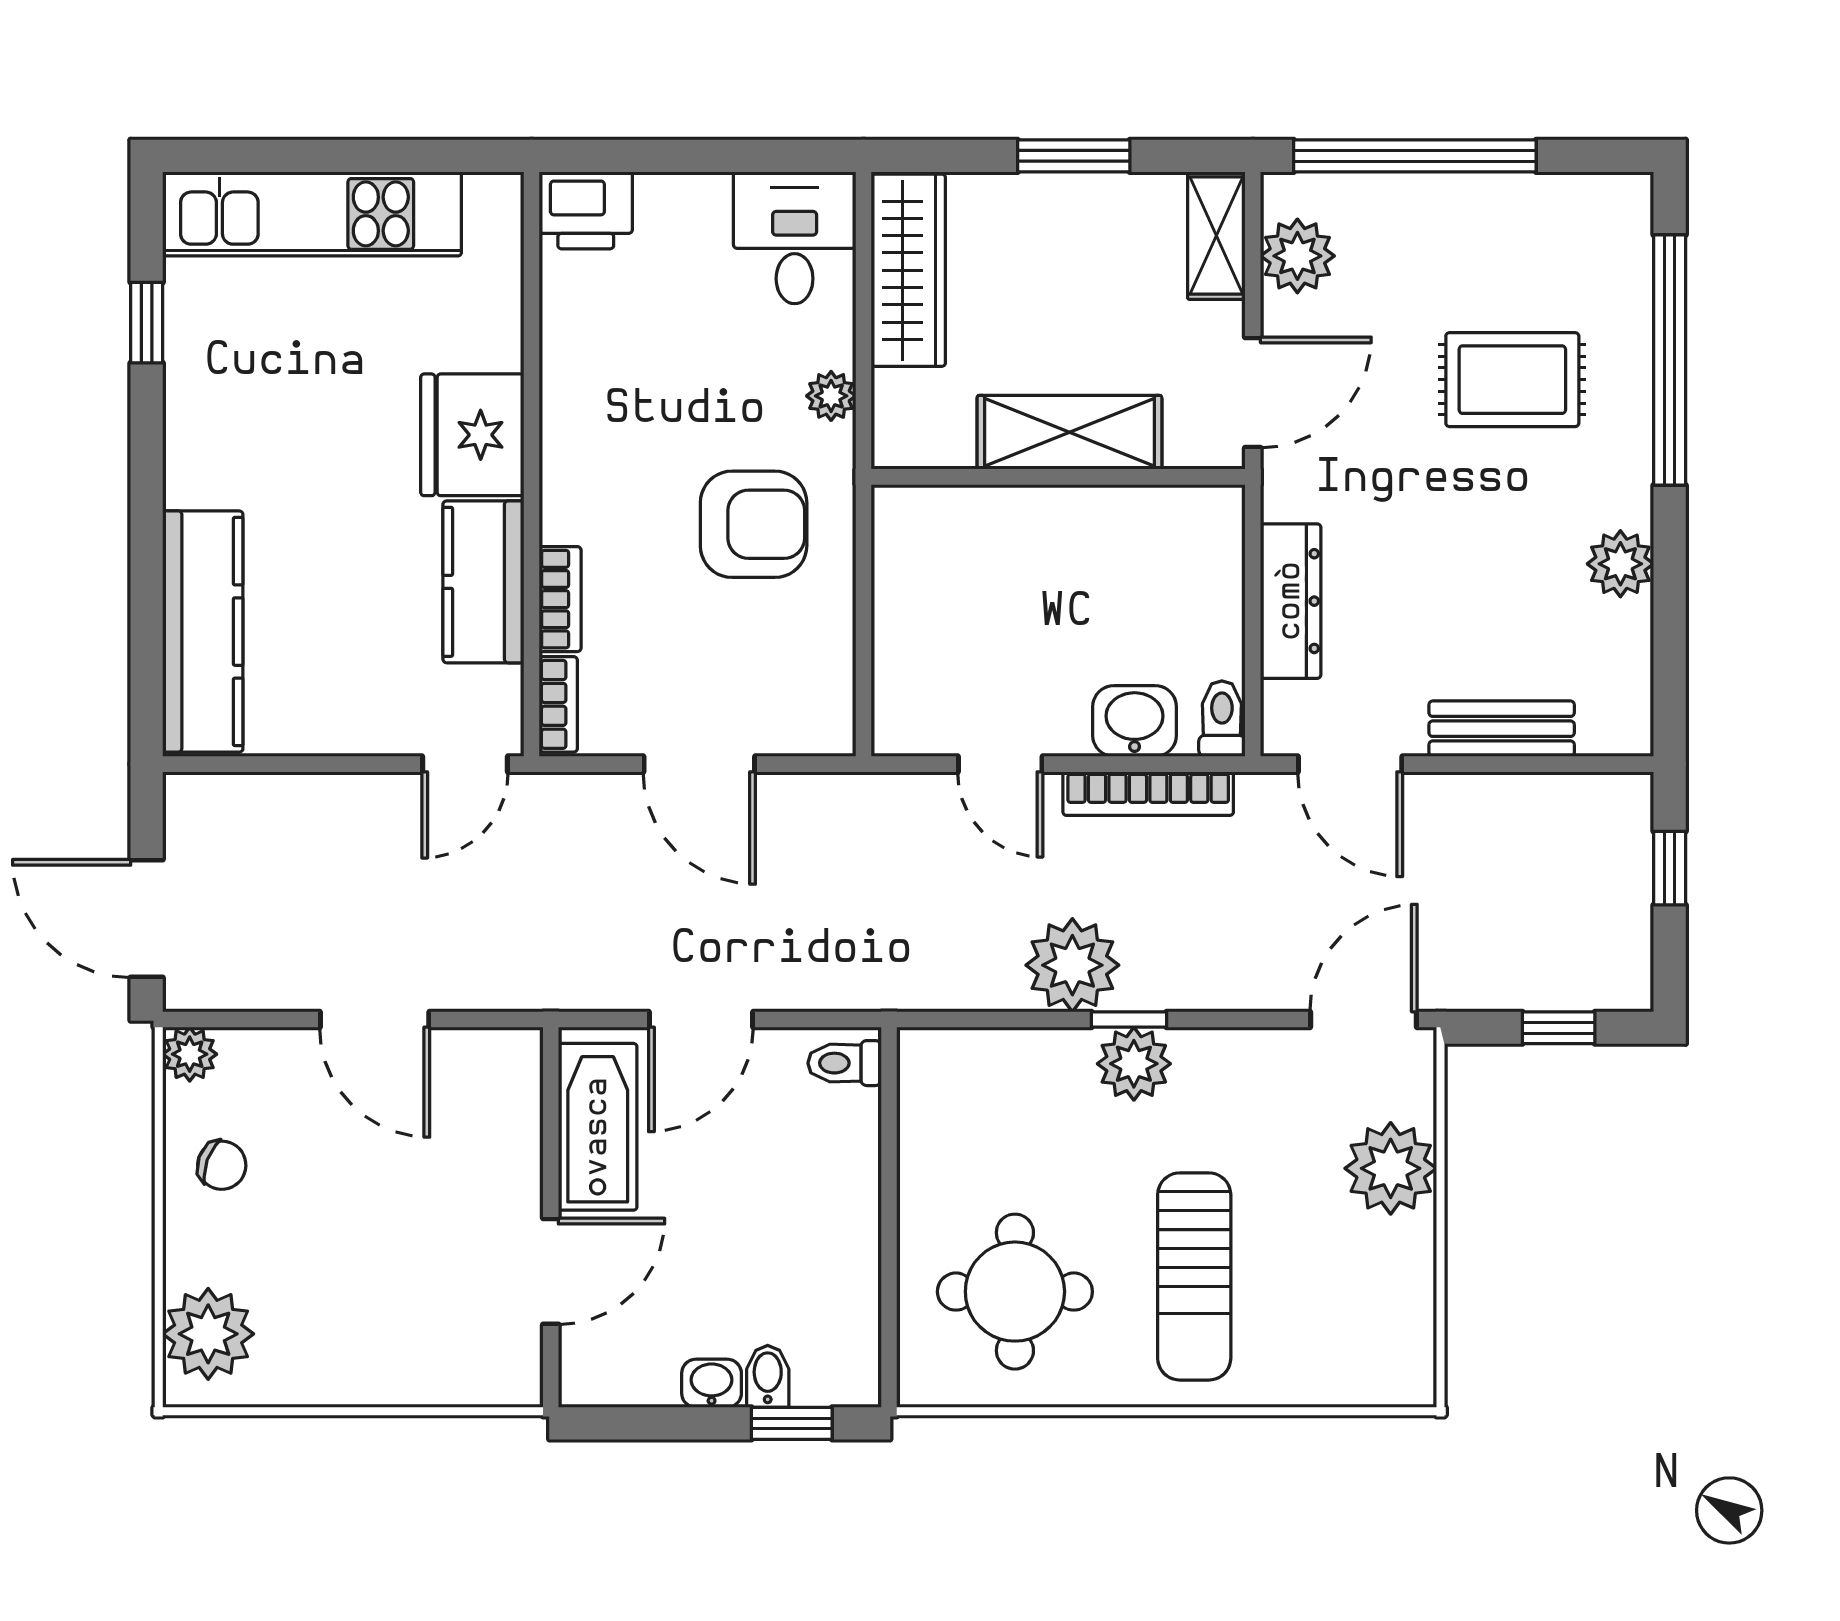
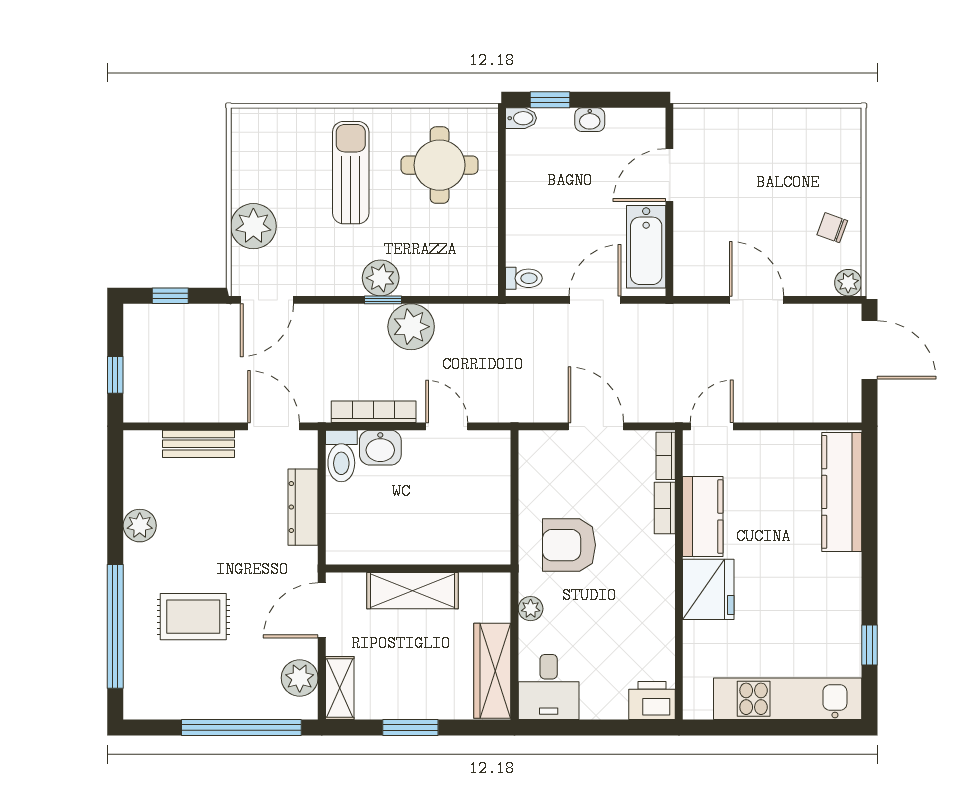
toilet: (1222, 719) -> (341, 456), width x1.37, depth x1.39
plant: (208, 1334) -> (839, 144), removed
bidet: (768, 1376) -> (521, 118), moved, turned -90

